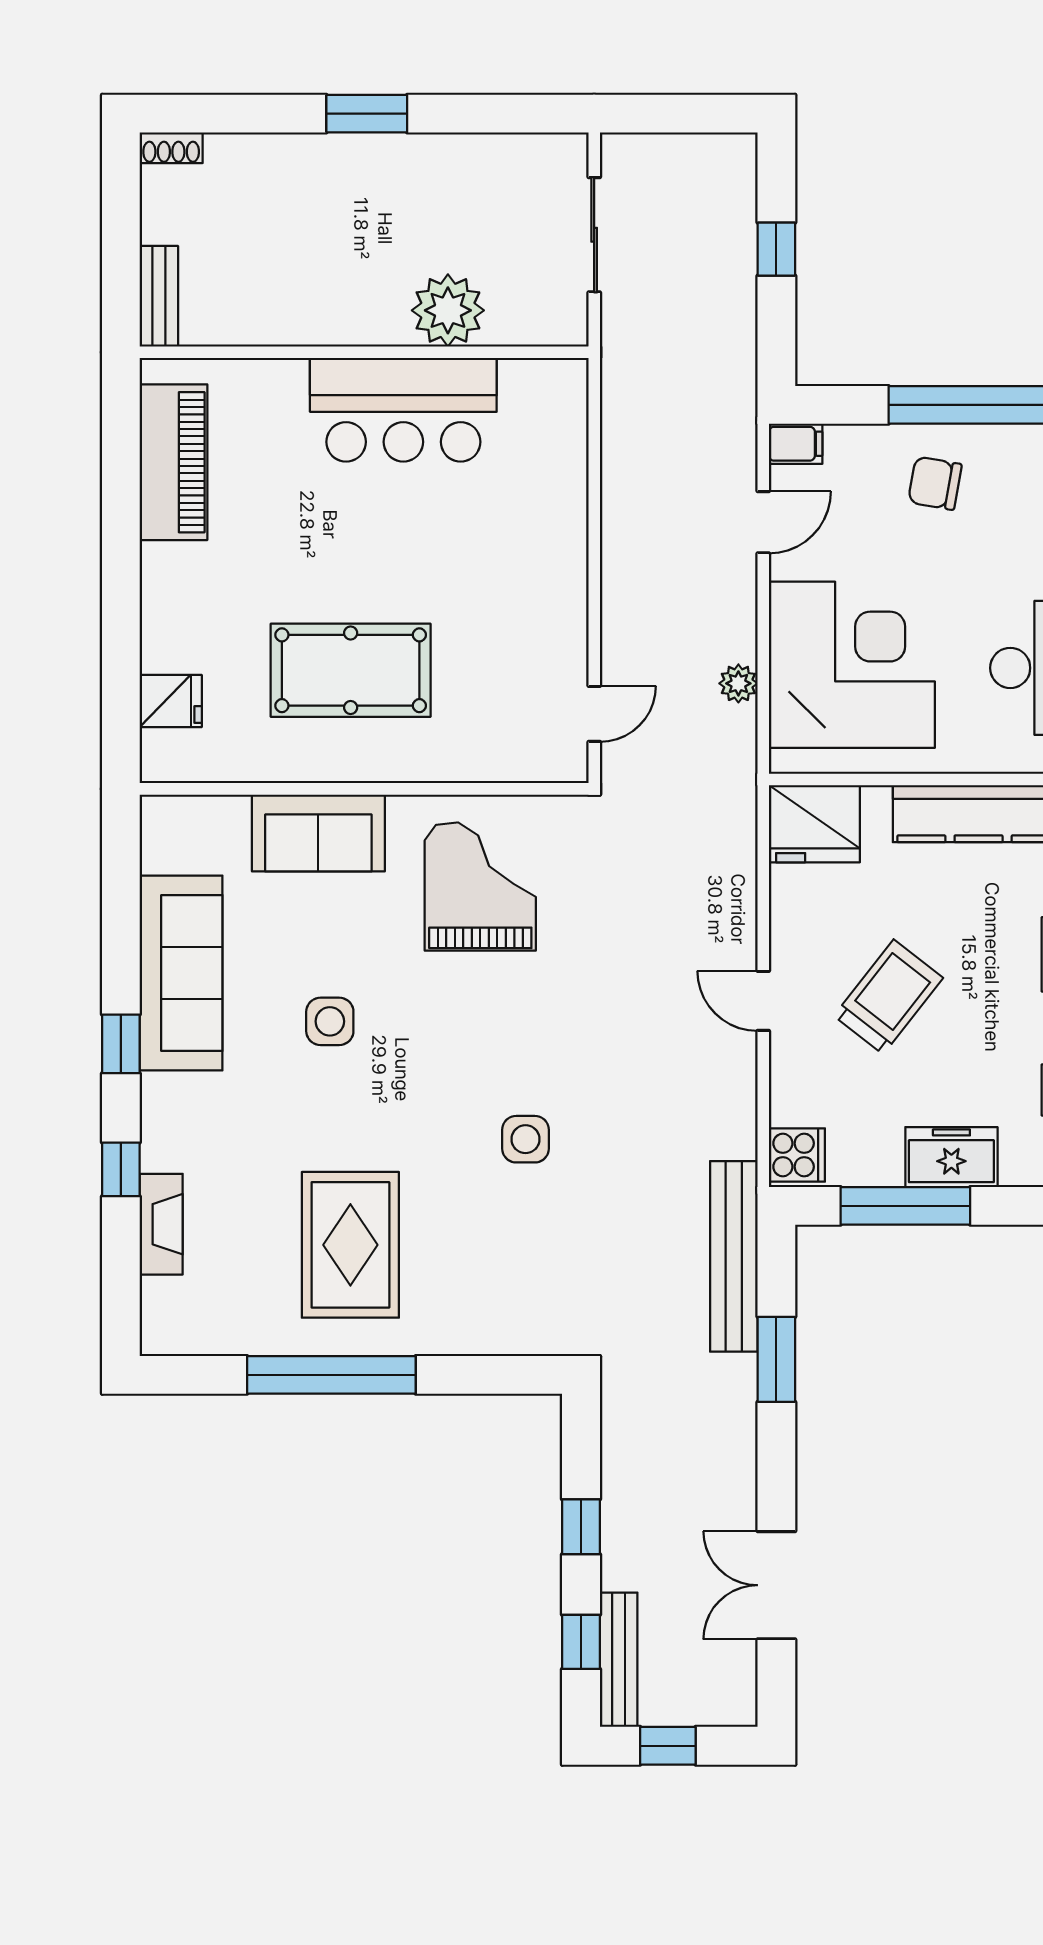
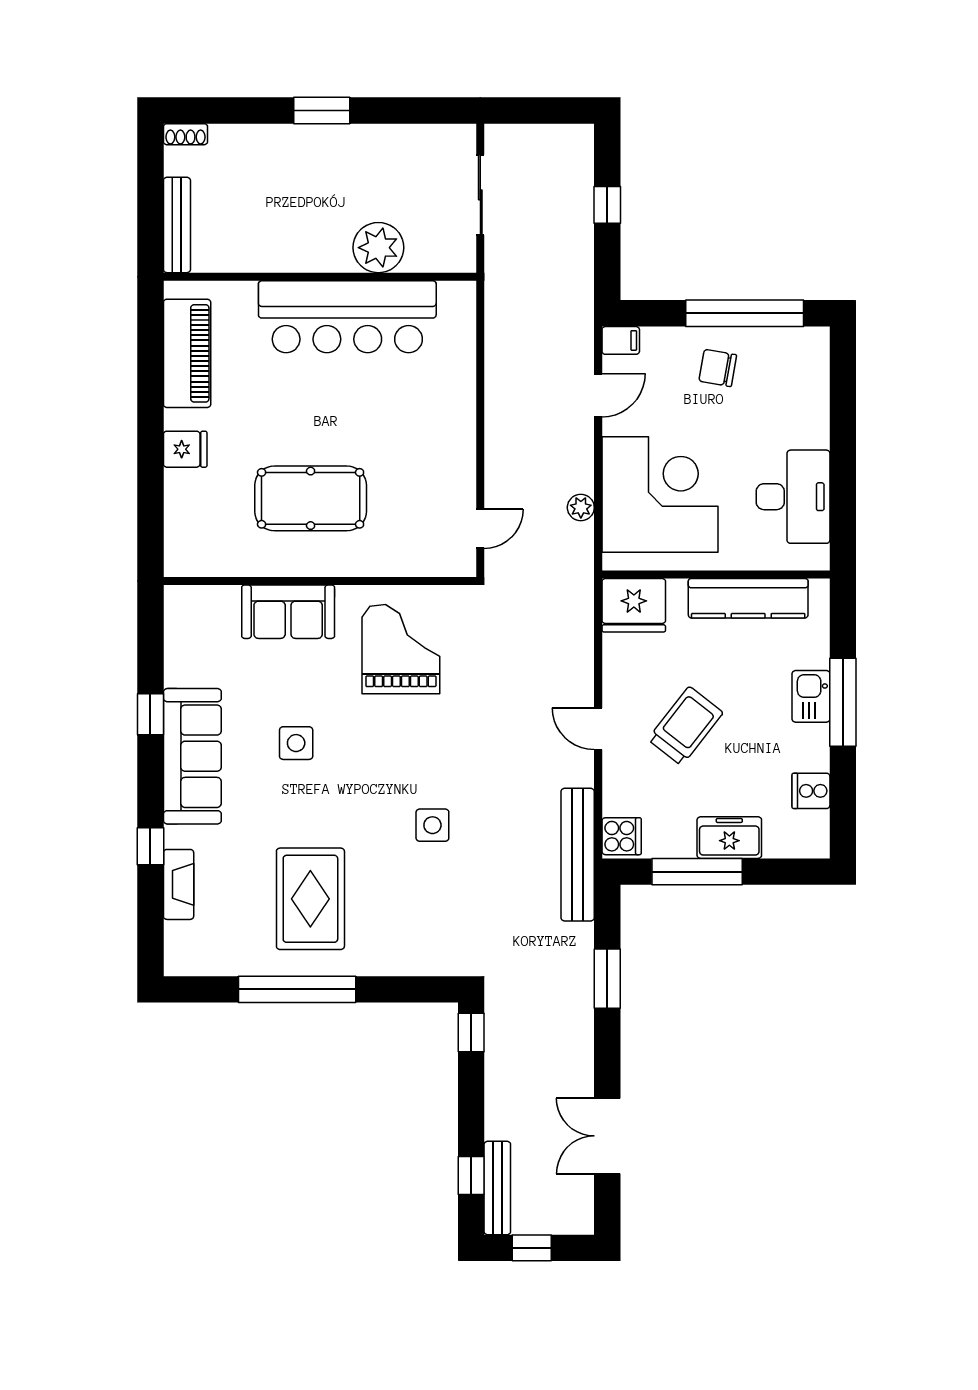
bench: (159, 296) -> (177, 225), width x1.36
bar counter: (403, 410) -> (347, 317), width x1.36
fridge: (171, 701) -> (185, 449), moved
sofa: (181, 973) -> (192, 756), moved
window: (121, 1044) -> (150, 714), moved
bench: (734, 1256) -> (578, 855), moved
window: (581, 1527) -> (471, 1033), moved

